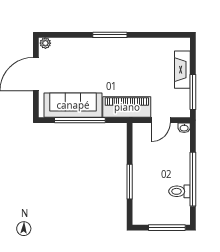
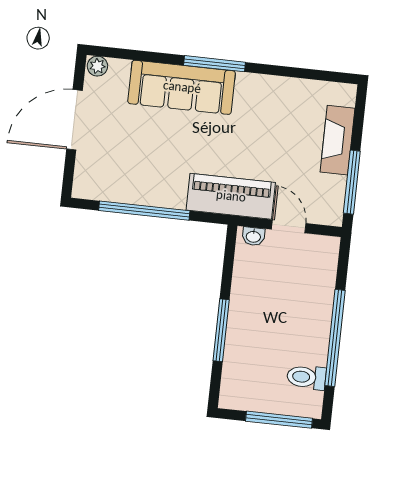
sofa: (73, 105) -> (182, 87), moved, turned 180
door: (161, 120) -> (289, 226), swing flipped
washbasin: (184, 128) -> (253, 236), moved
toilet: (179, 191) -> (306, 377), moved

